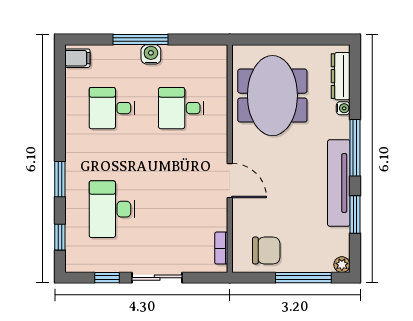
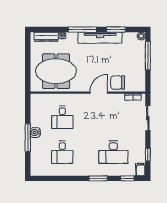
filing cabinet: (77, 58) -> (141, 169), moved
chair: (266, 250) -> (118, 83), moved, turned -90
sliding door: (157, 278) -> (148, 118), moved

